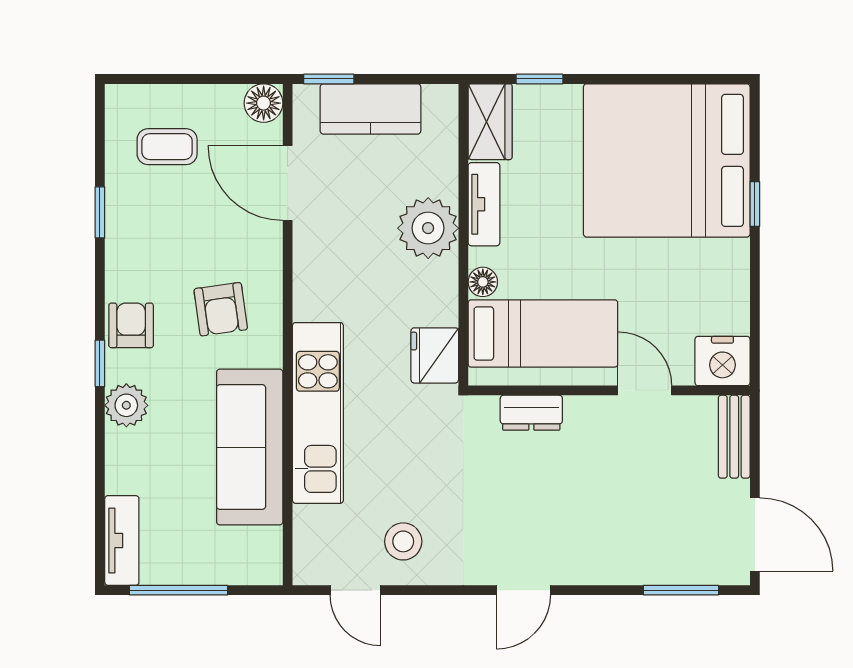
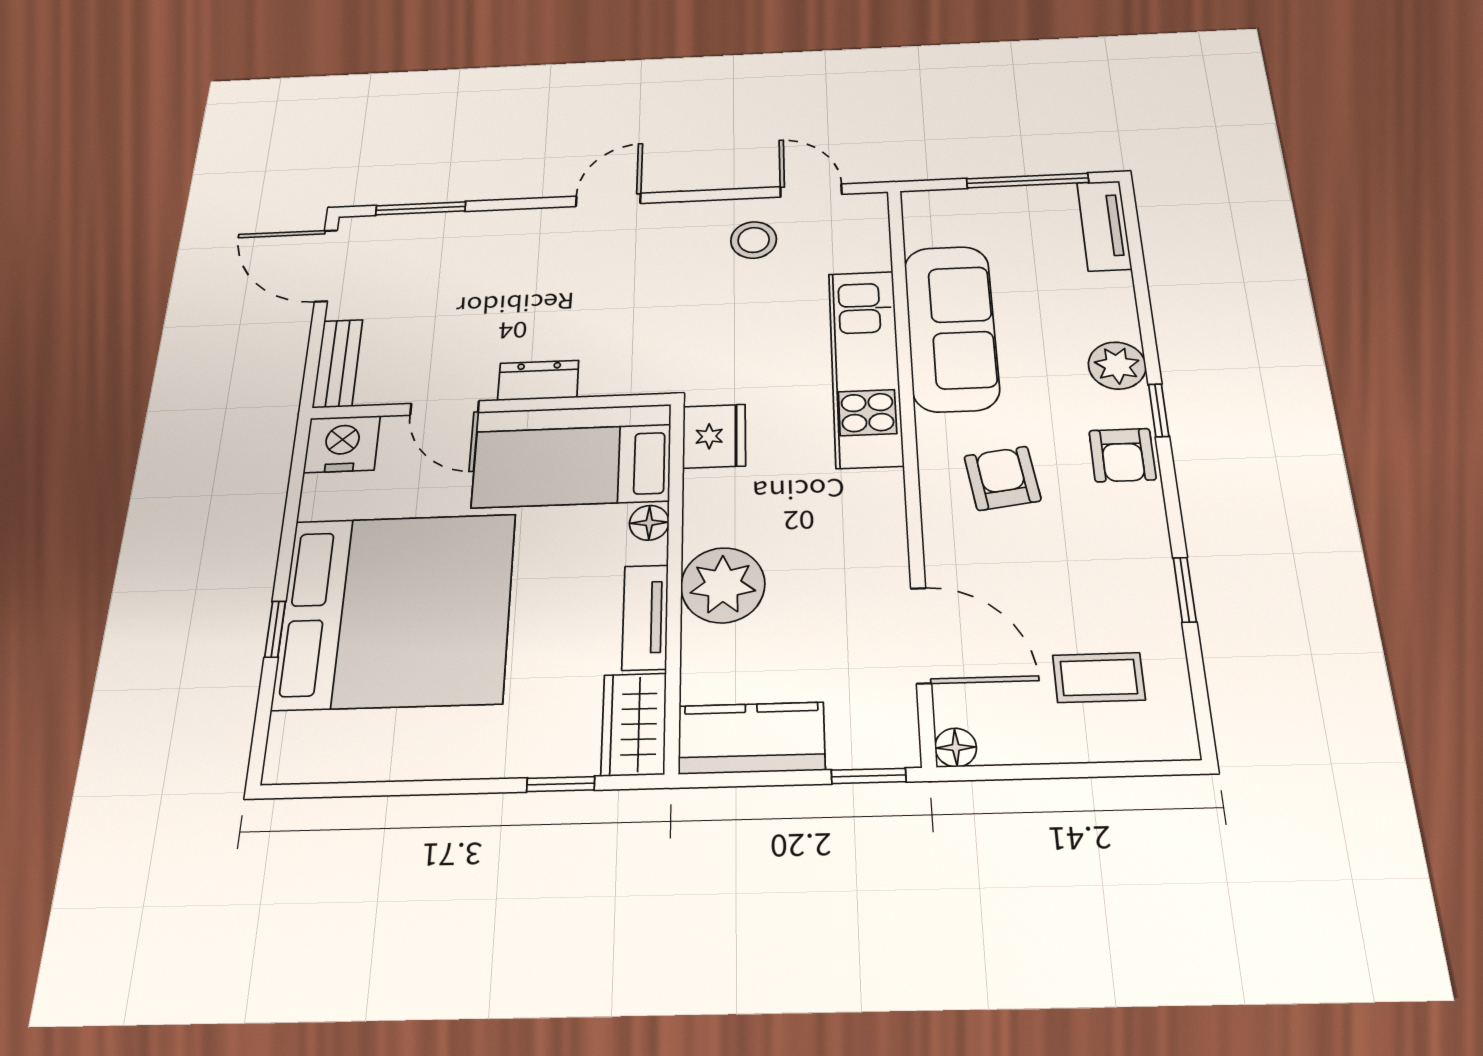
floor lamp: (264, 103) -> (956, 747), width x0.73, depth x0.73
kitchen counter: (370, 109) -> (751, 738), moved
bed: (667, 160) -> (396, 610), moved
dresser: (531, 413) -> (538, 380), moved

